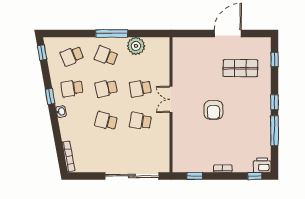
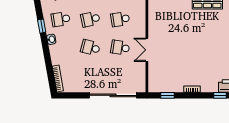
double door: (171, 99) -> (147, 50), moved
armchair: (213, 110) -> (184, 38), removed

